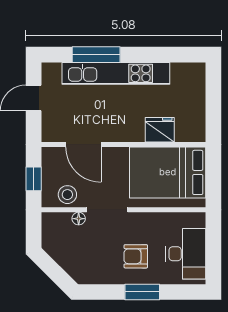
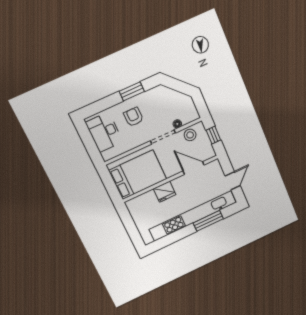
kitchen unit: (116, 73) -> (193, 216), width x1.36
fridge: (160, 130) -> (165, 192), moved
armchair: (136, 256) -> (134, 117), turned -90
window: (142, 292) -> (132, 91), moved

